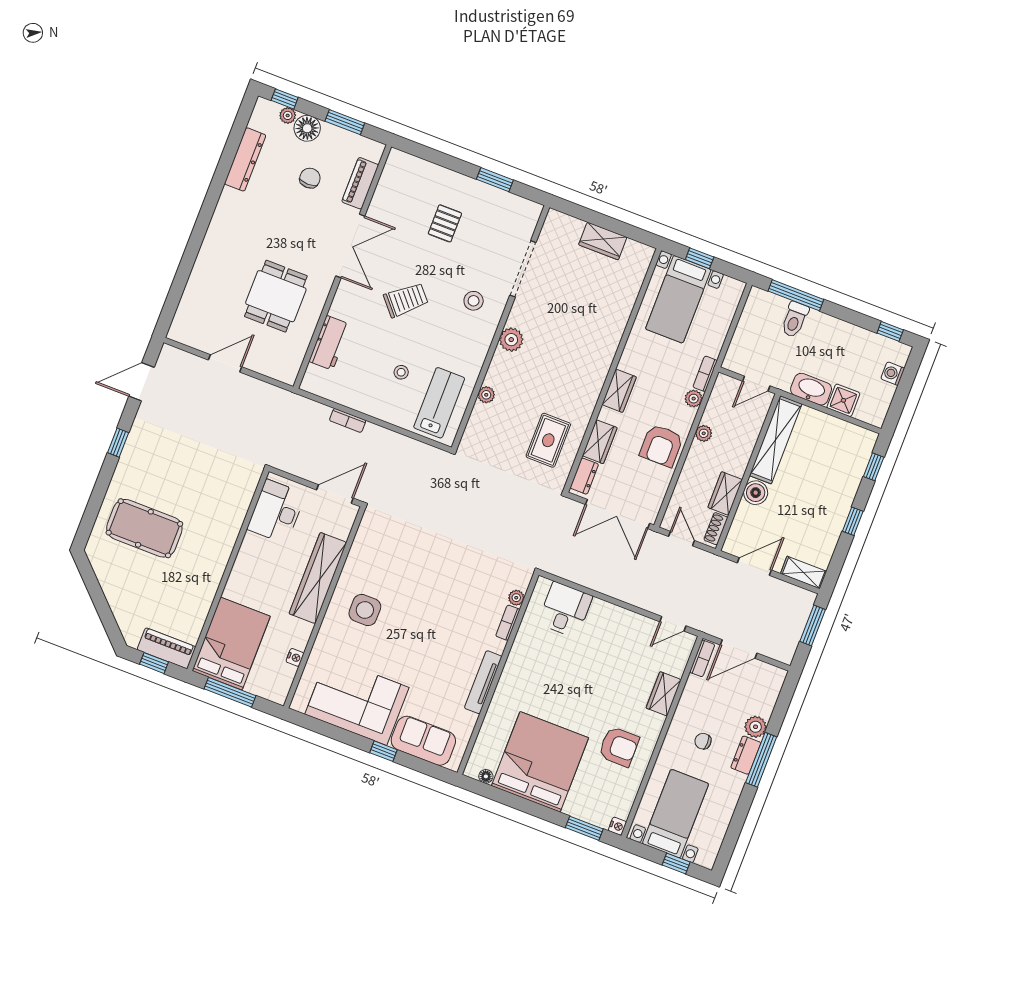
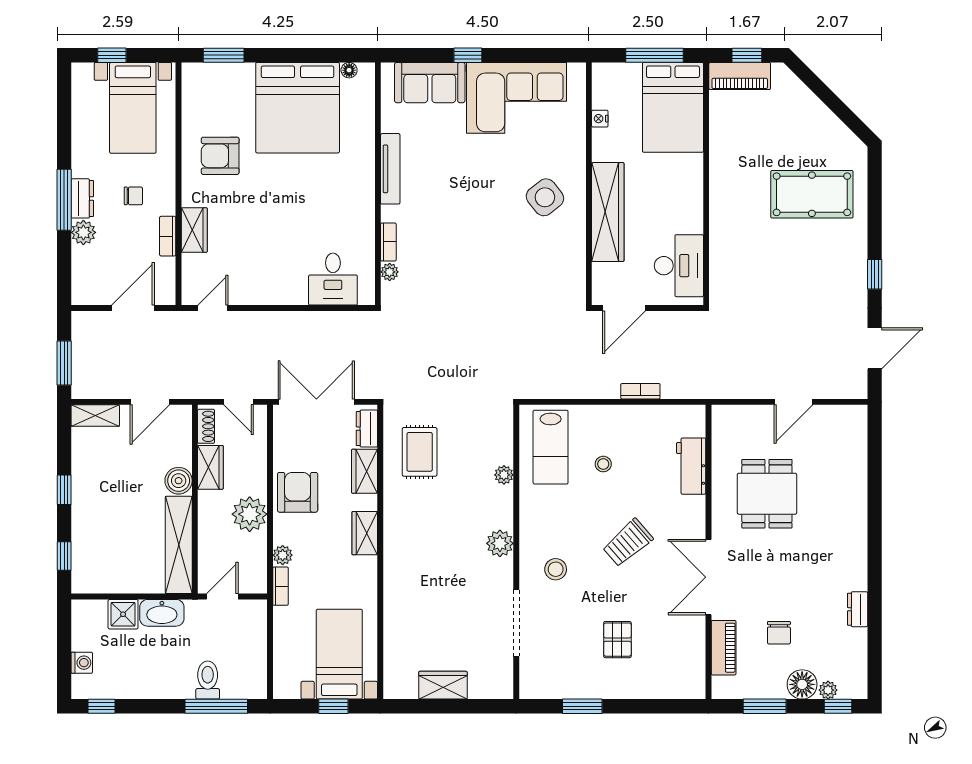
dresser: (245, 159) -> (858, 609), width x0.51, depth x0.80
plant: (704, 433) -> (250, 514), width x1.88, depth x1.88
side table: (365, 610) -> (545, 197), turned -38
bookcase: (702, 658) -> (168, 236), moved
nightstand: (617, 826) -> (189, 71), removed

